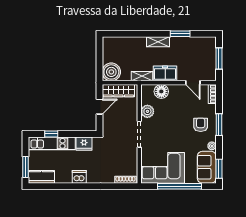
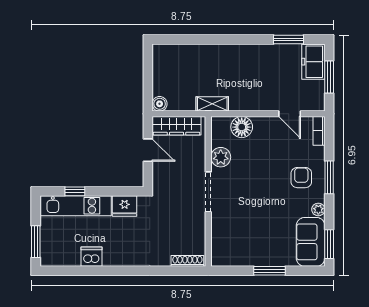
window: (180, 34) -> (288, 40), moved
shelving: (158, 42) -> (237, 52), removed
boiler: (111, 72) -> (160, 104), width x0.54, depth x0.54
freezer: (165, 73) -> (313, 62), moved, turned -90
door: (99, 107) -> (148, 150), hinge flipped
corner sofa: (163, 168) -> (244, 243), removed
kitchen counter: (41, 177) -> (60, 257), removed
dishwasher: (79, 177) -> (92, 257), moved
window: (180, 186) -> (269, 271), width x0.47

